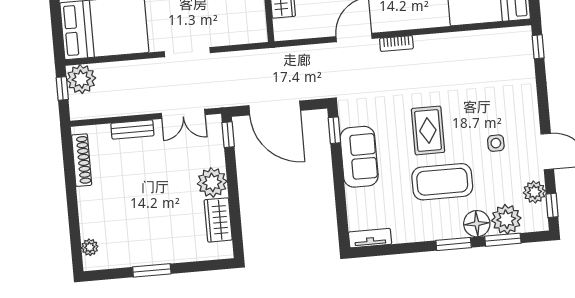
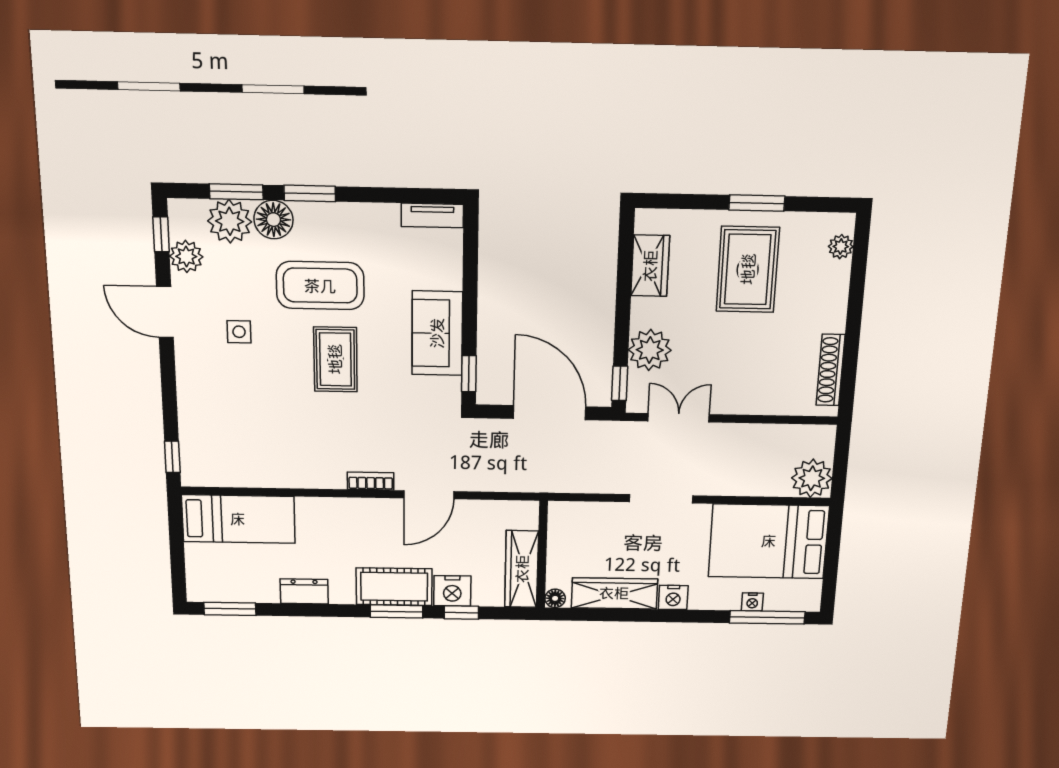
window: (62, 88) -> (840, 469), removed
bench: (132, 130) -> (753, 404), removed
plant: (212, 182) -> (650, 350), moved
rug: (151, 225) -> (748, 269), added

